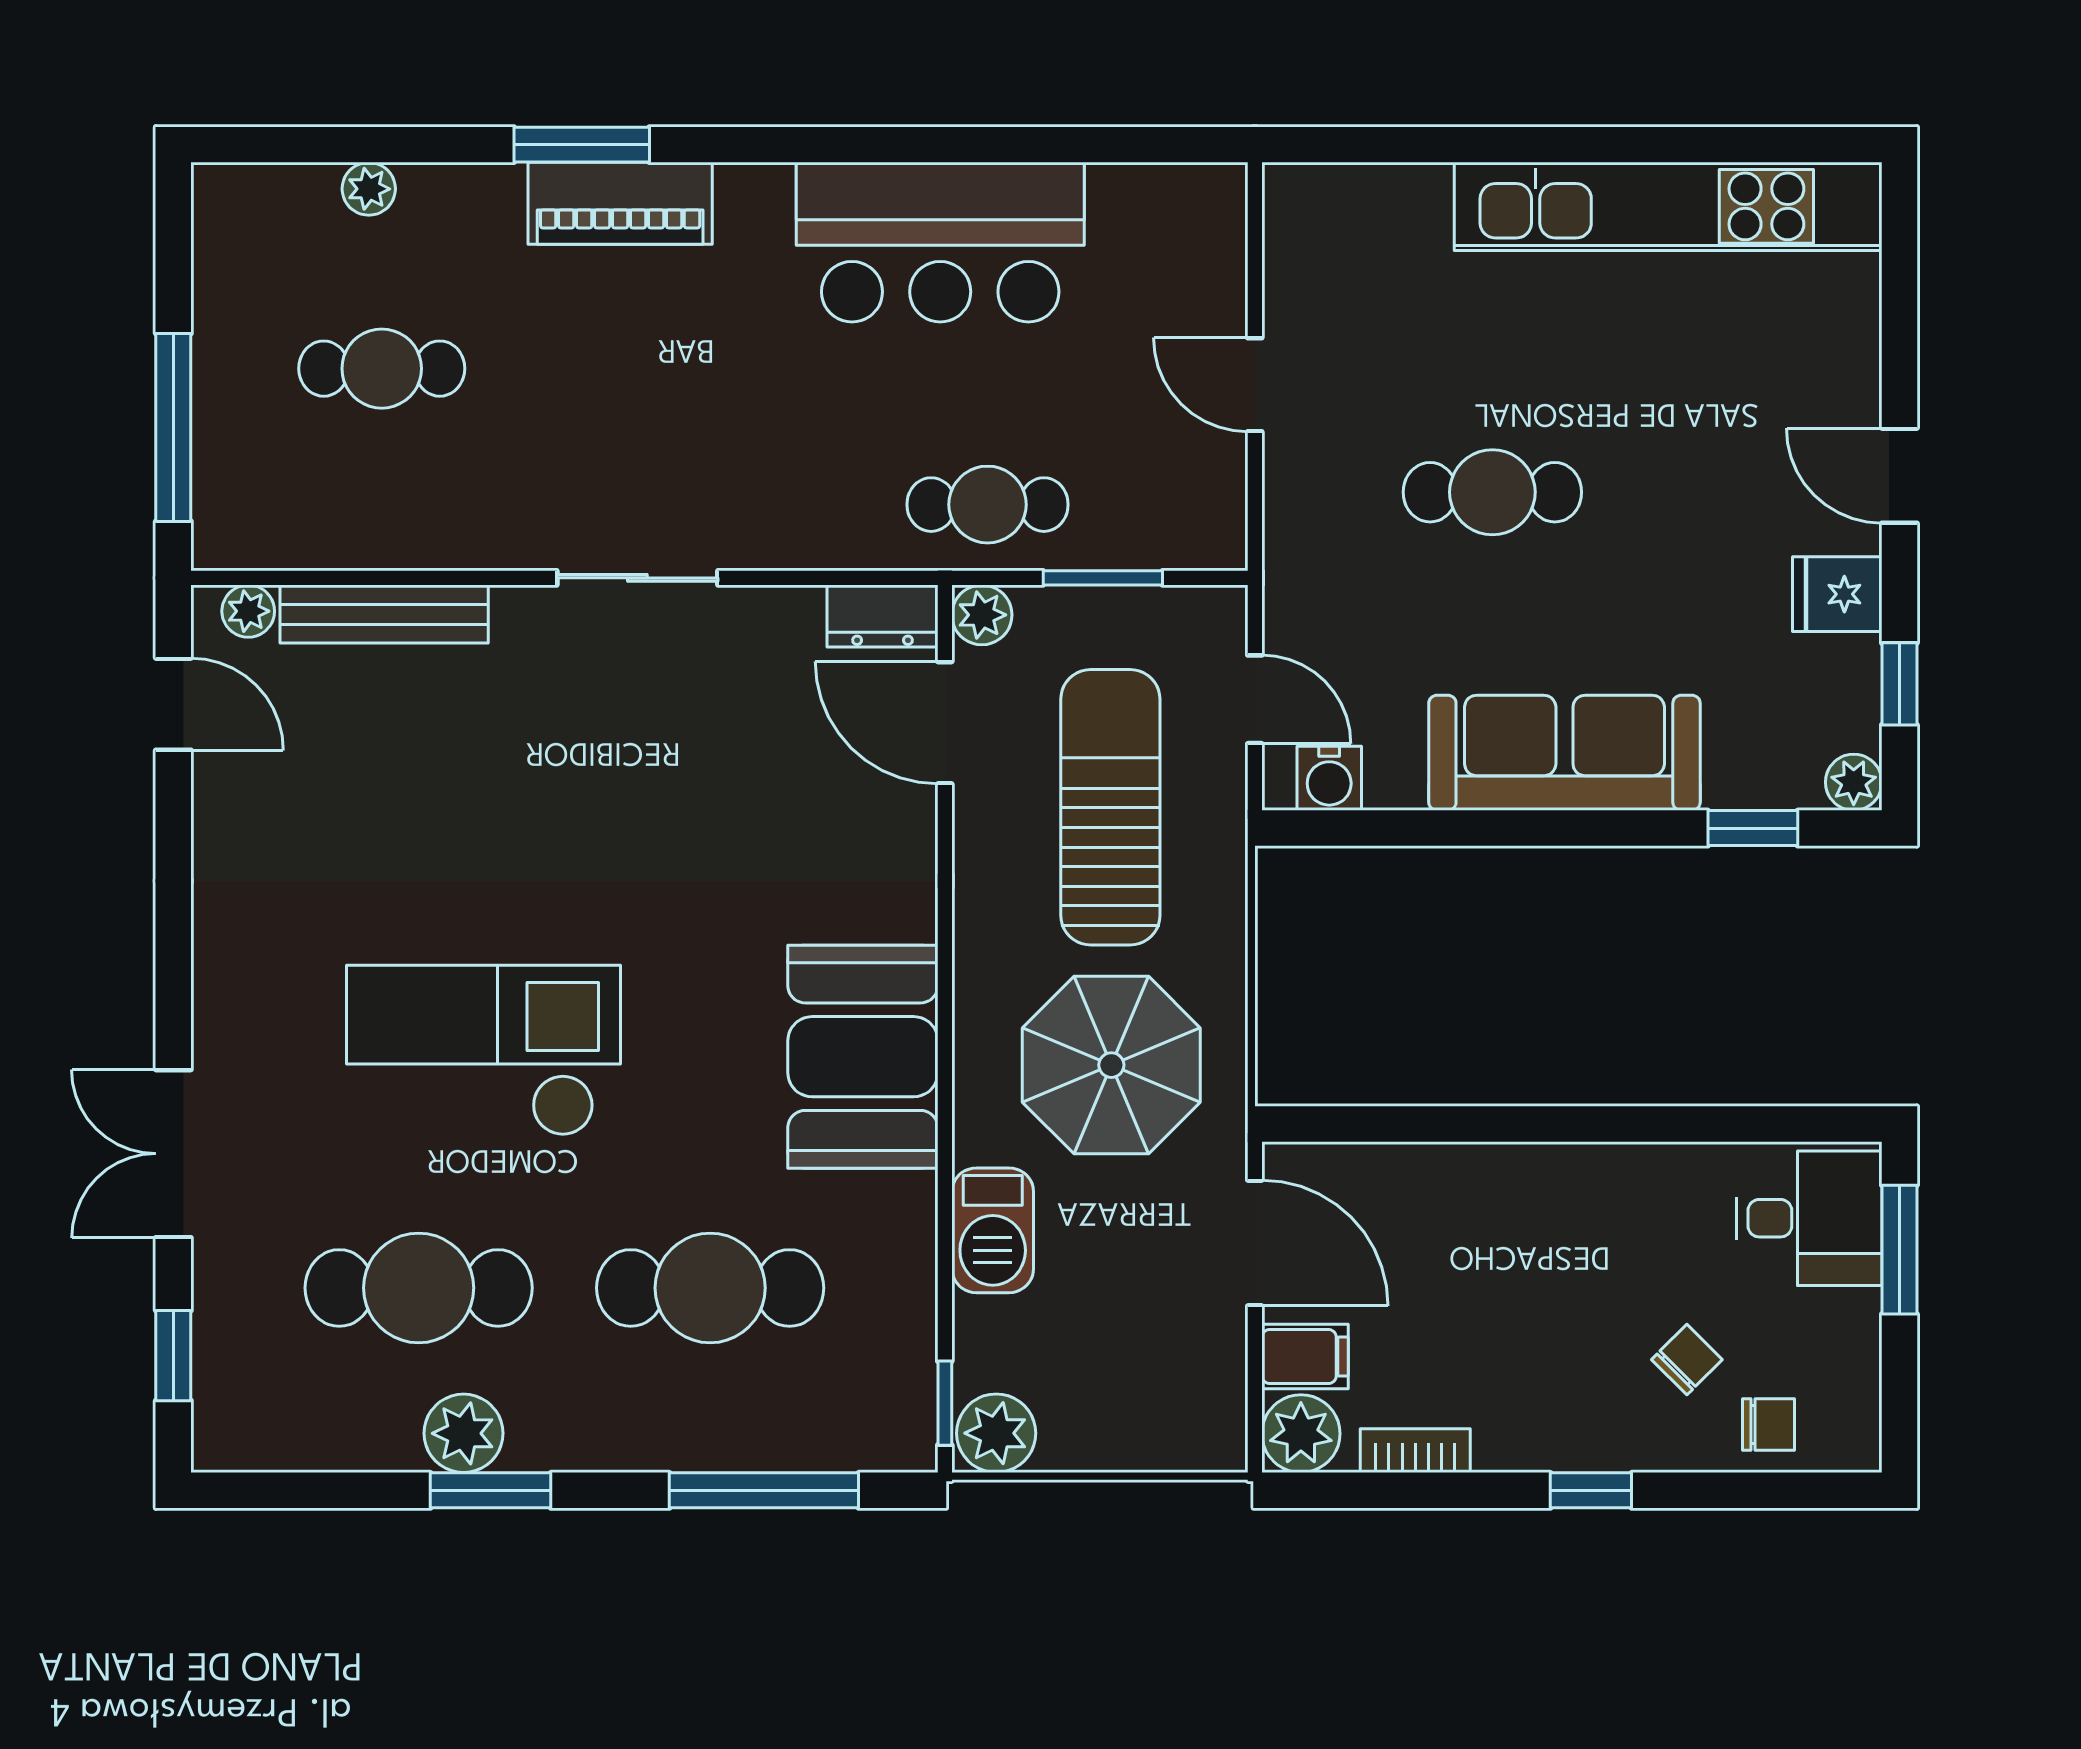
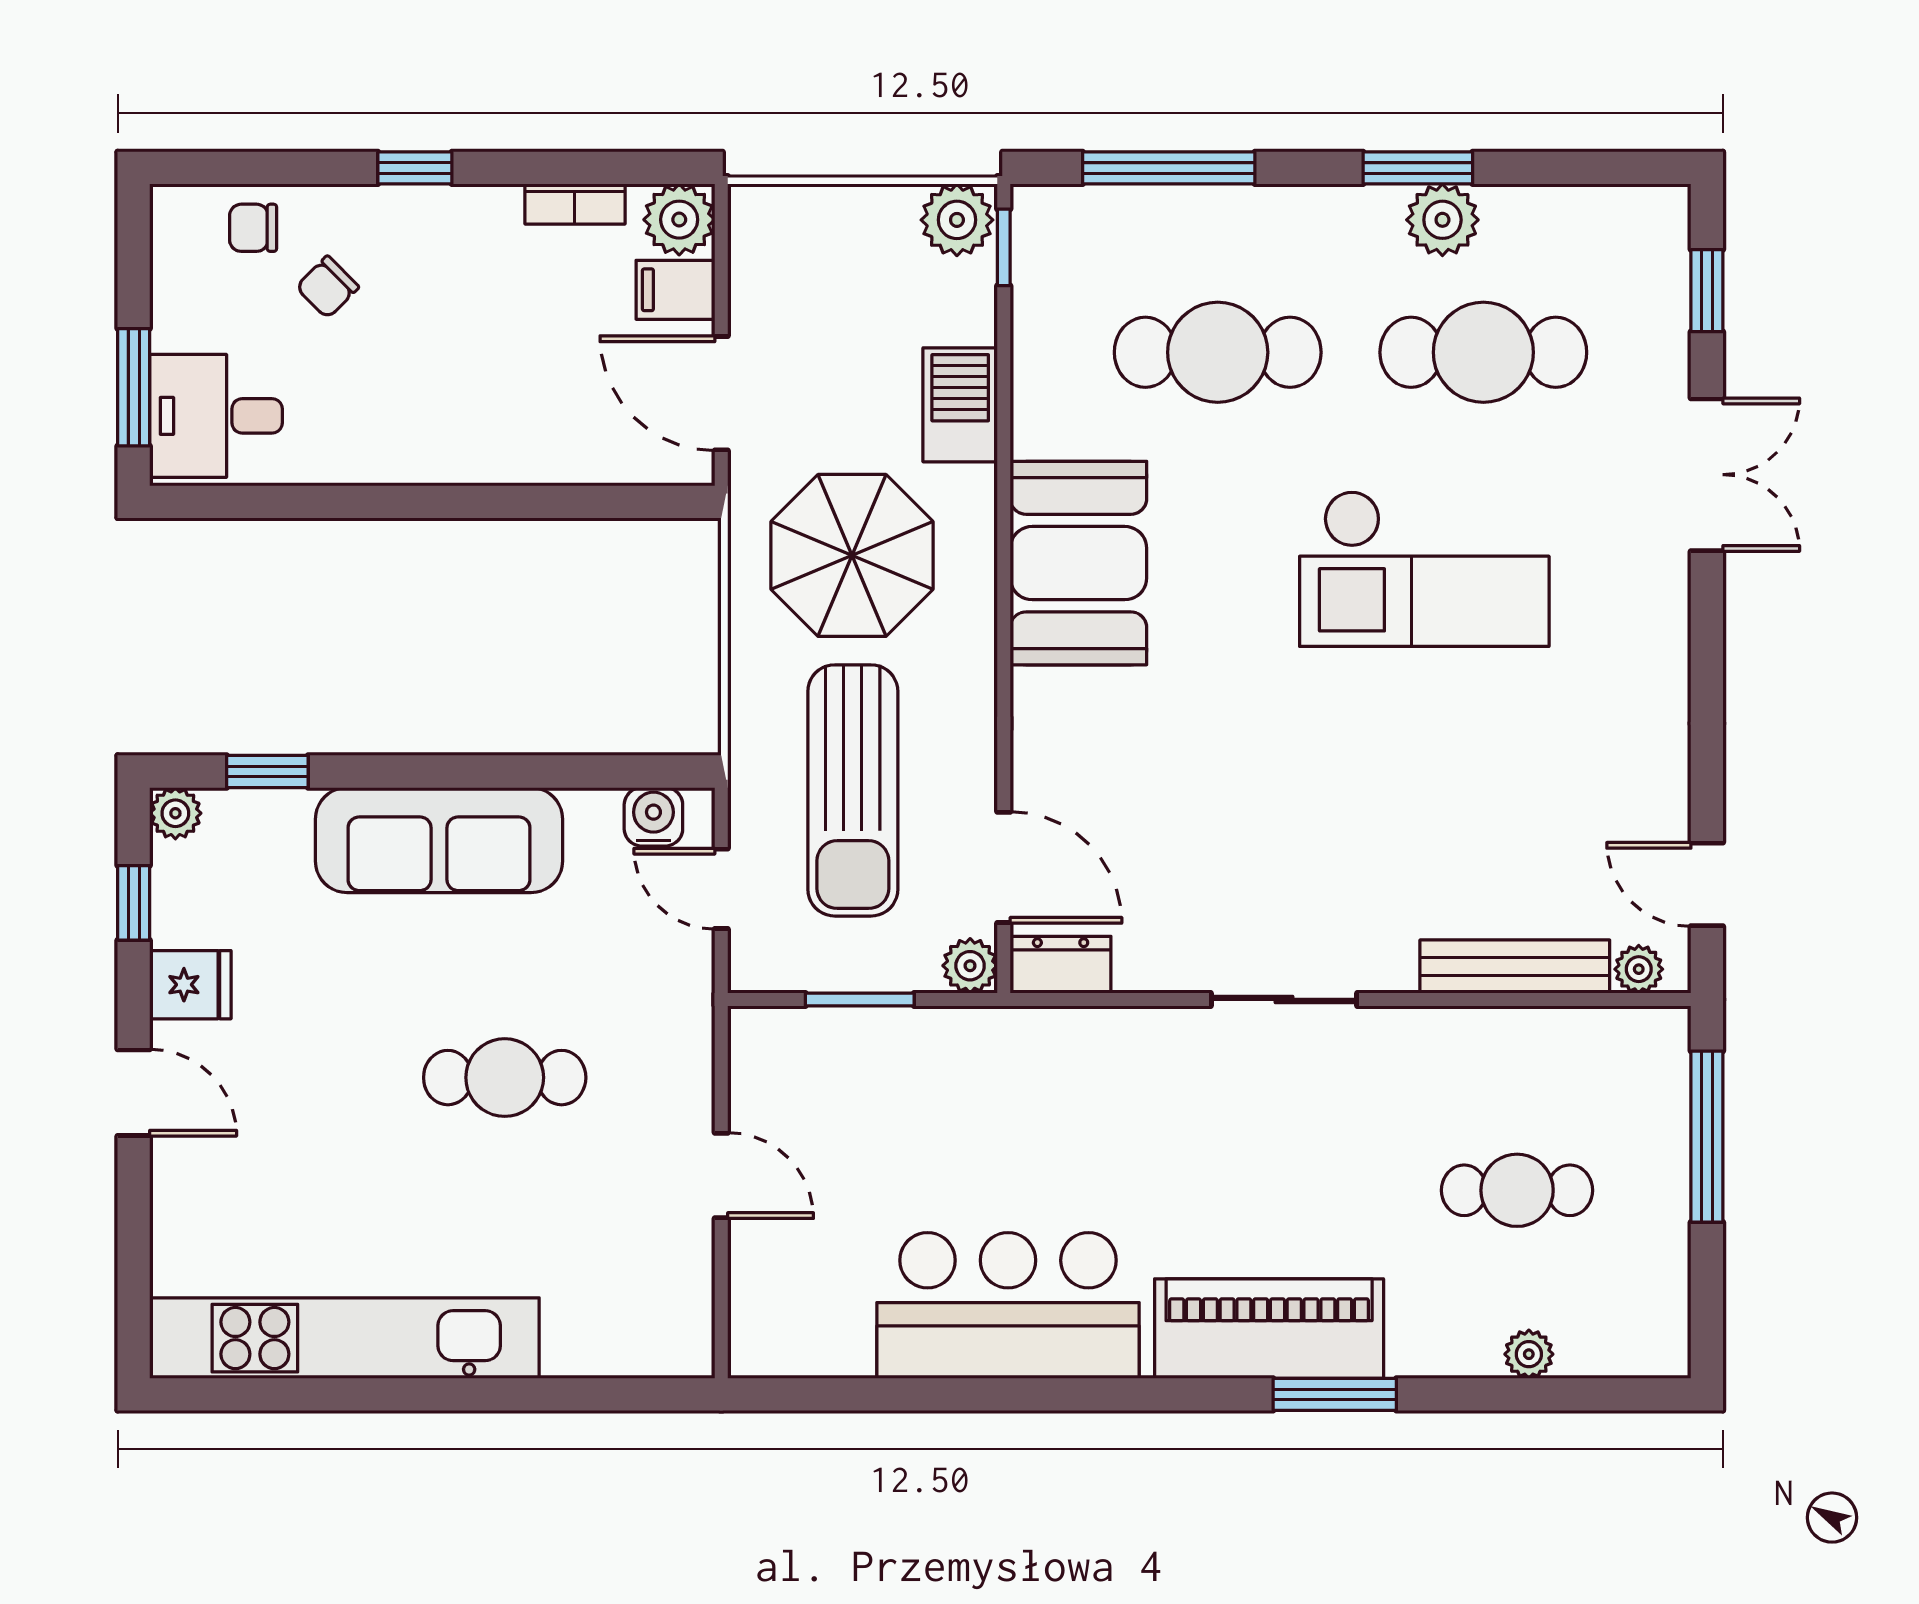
piano: (620, 203) -> (1269, 1329), width x1.37, depth x1.33
cafe table: (988, 505) -> (965, 1066), removed

